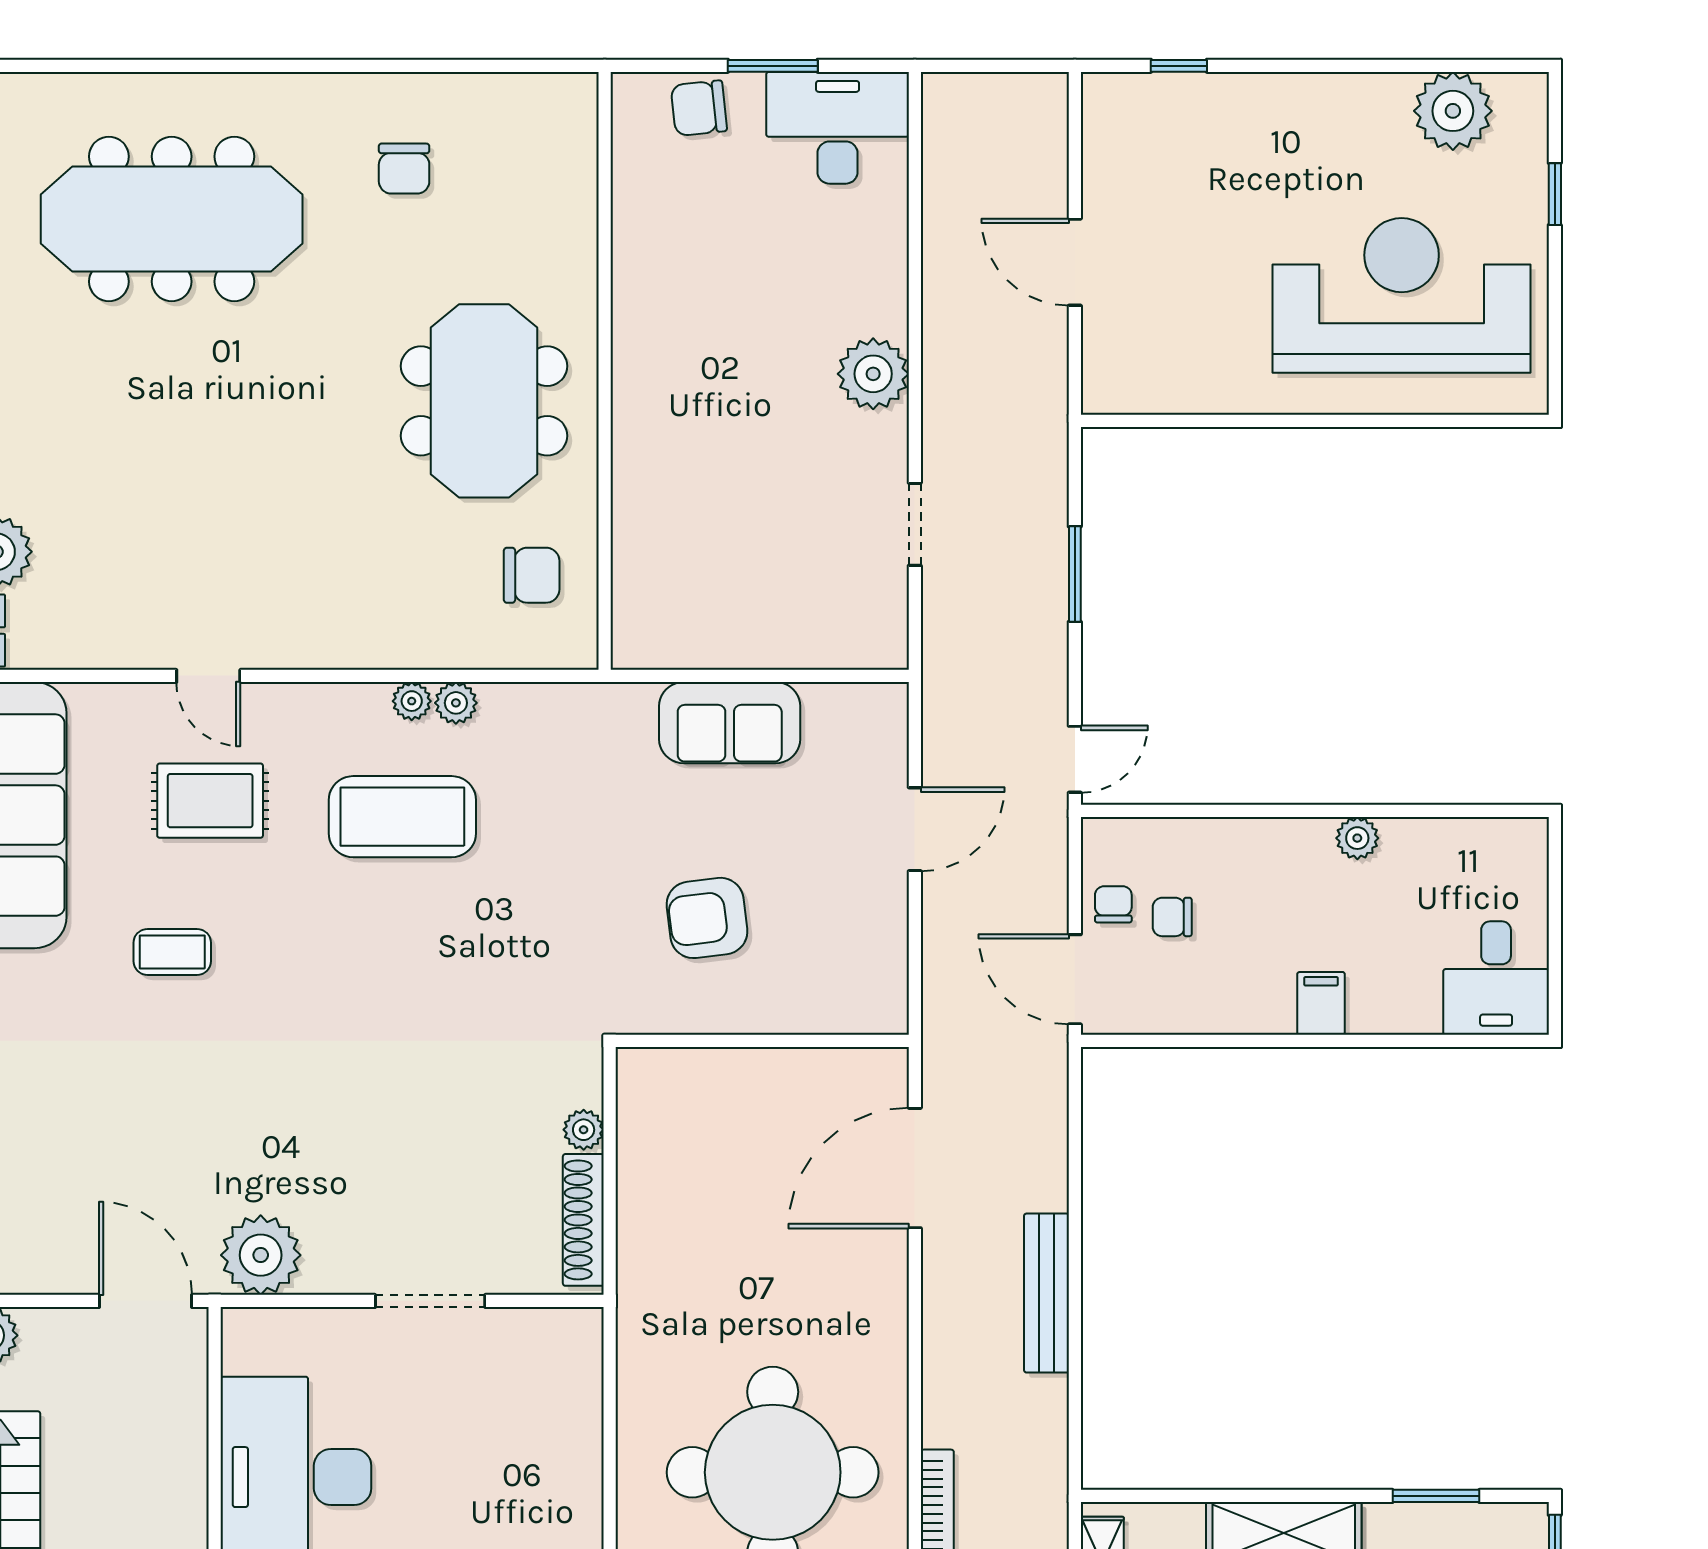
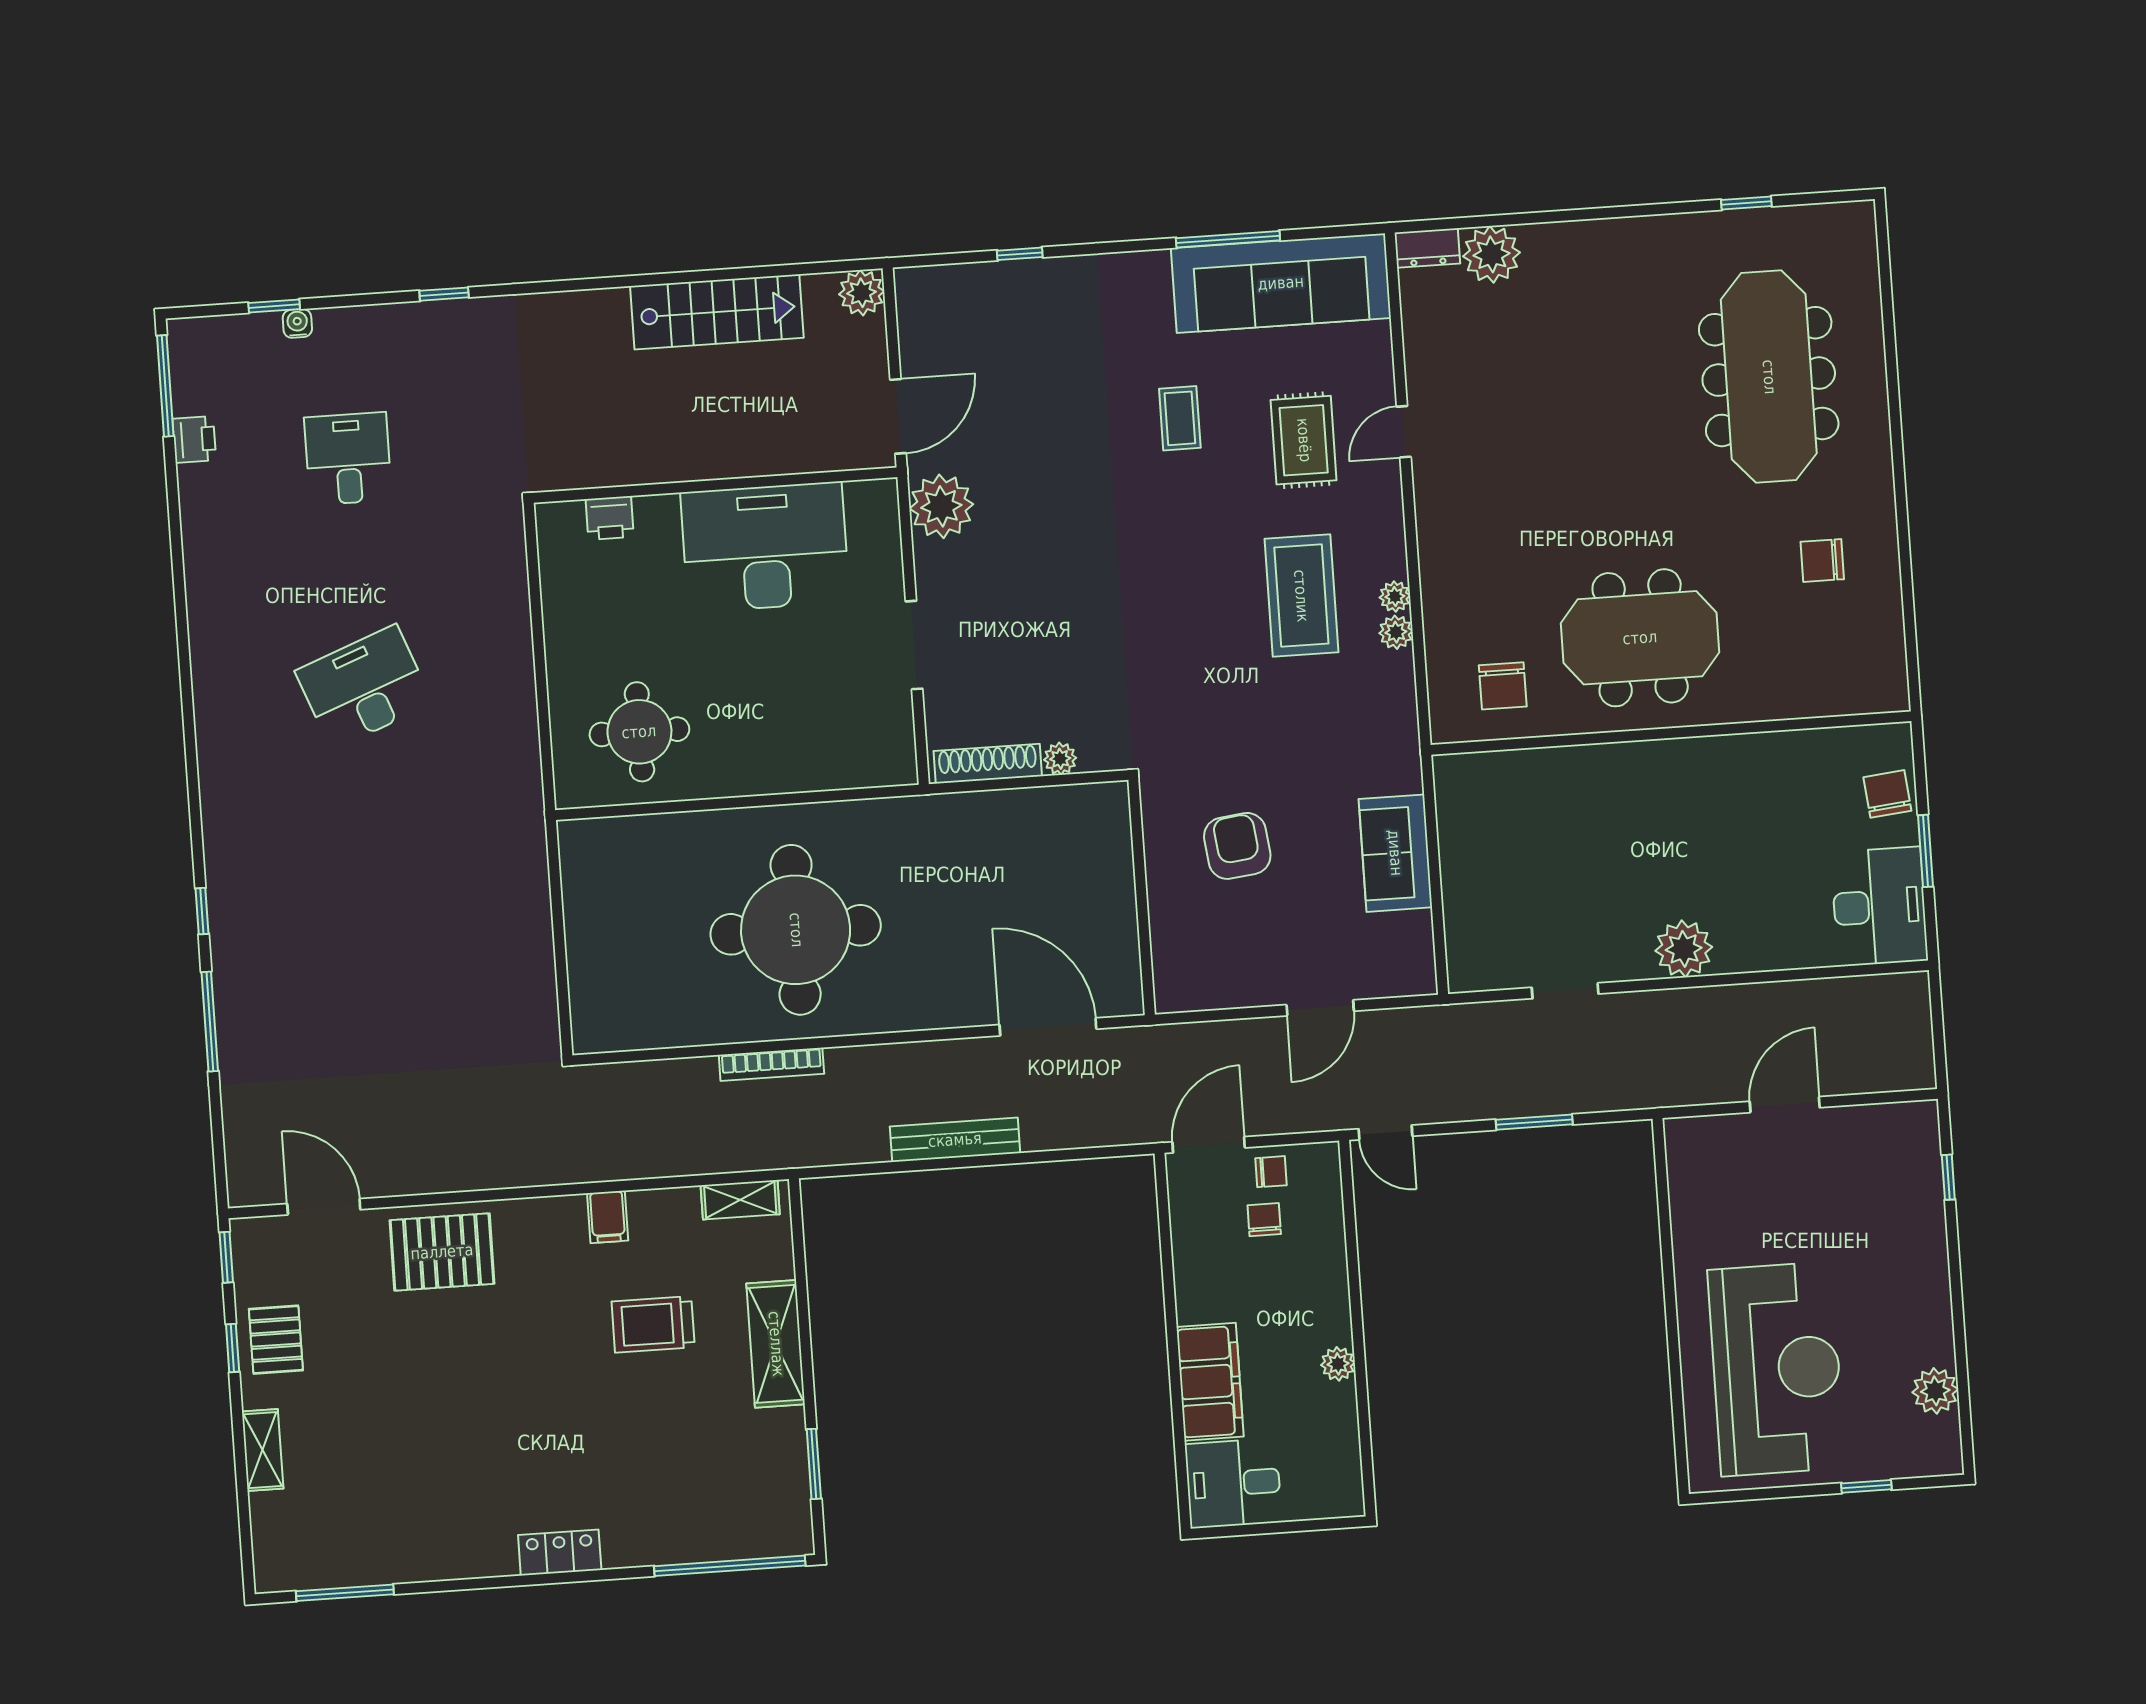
plant: (1453, 111) -> (1935, 1391), width x0.73, depth x0.73
door: (915, 829) -> (1320, 1008), hinge flipped
filing cabinet: (1321, 1003) -> (1210, 1382), width x3.00, depth x1.17

